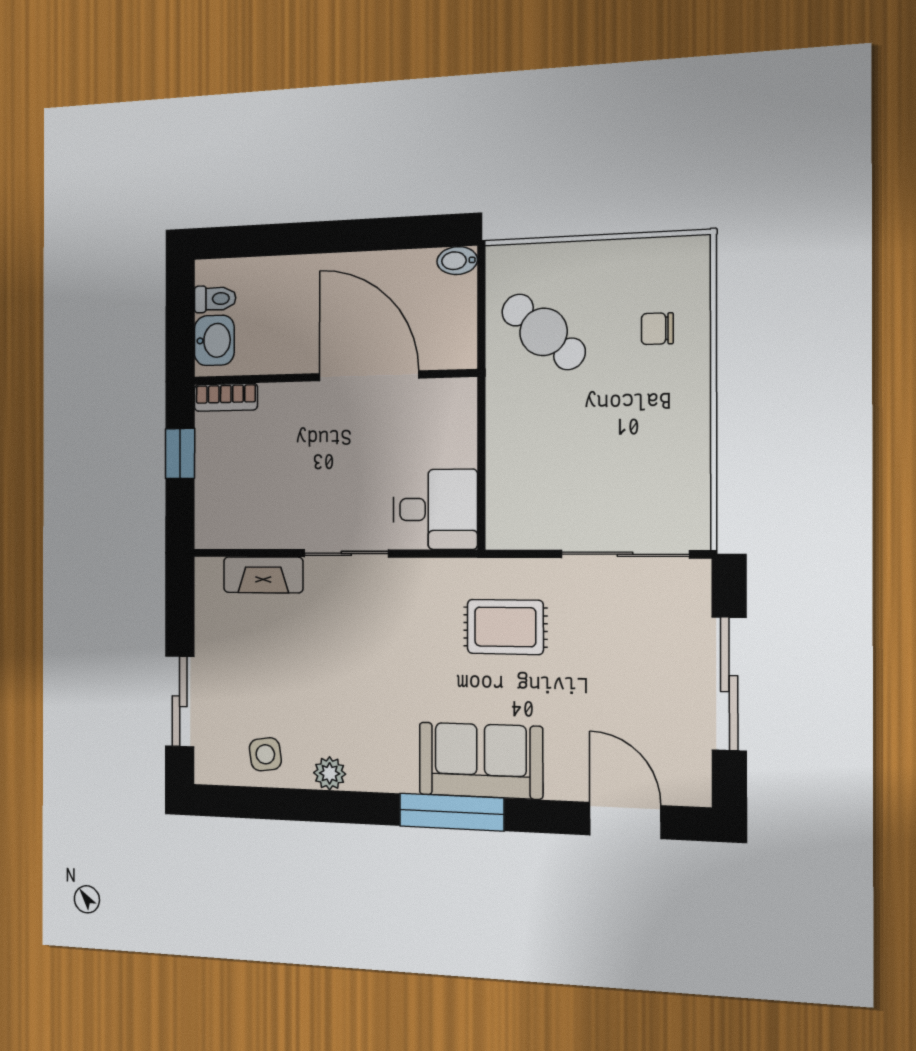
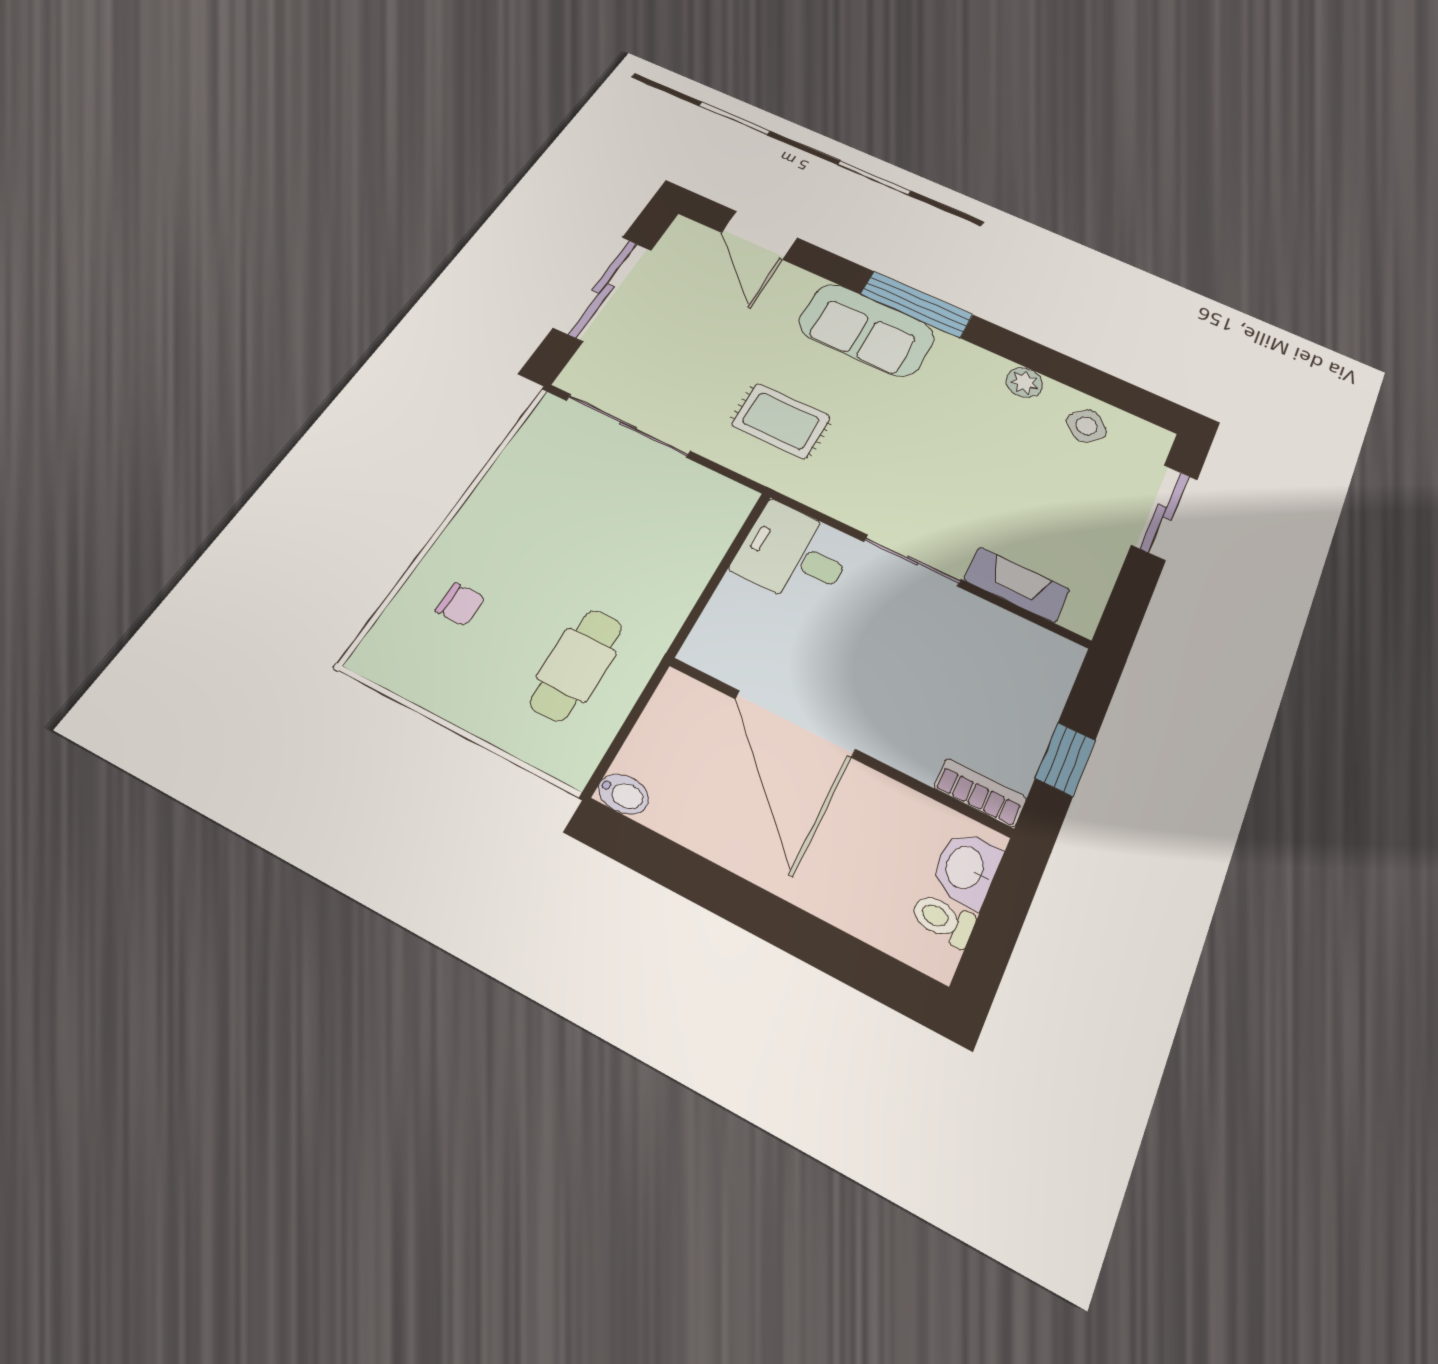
cafe table: (543, 332) -> (577, 665), turned 49
side table: (265, 754) -> (1086, 426), turned -37

